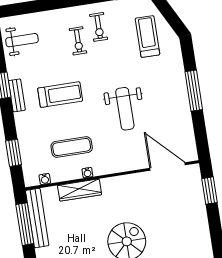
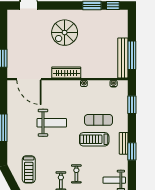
weight bench: (125, 109) -> (52, 123), turned 90
exercise mat: (72, 147) -> (99, 120), moved
wardrobe: (80, 190) -> (66, 72), moved

